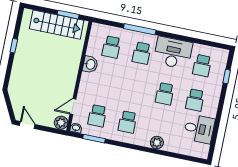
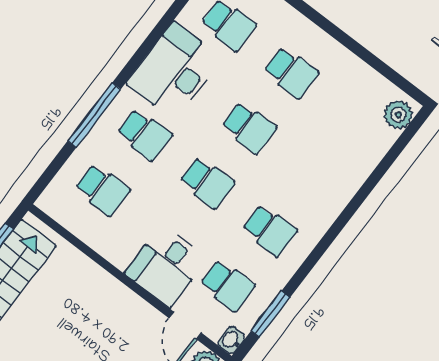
washbasin: (90, 64) -> (117, 249), removed
school desk: (135, 88) -> (207, 183), added
desk: (199, 129) -> (166, 266), moved, turned 180
plant: (157, 143) -> (398, 115), moved

